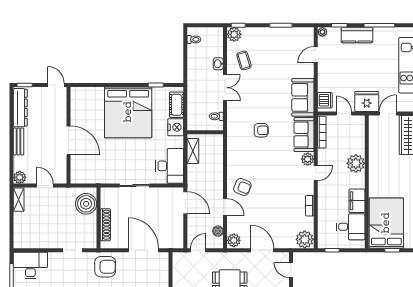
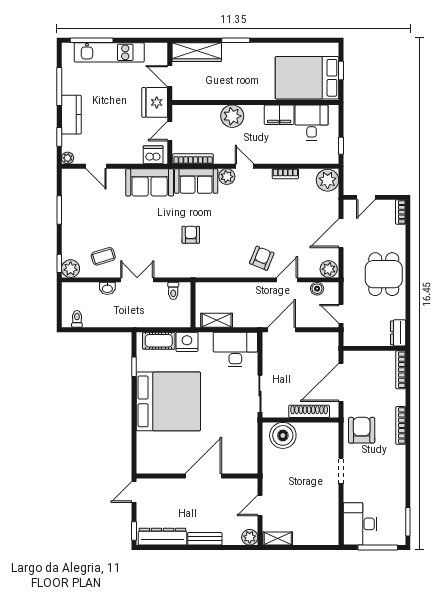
boiler: (86, 204) -> (283, 435), moved
wall: (98, 218) -> (300, 420), moved
shoe rack: (105, 225) -> (309, 411), moved

